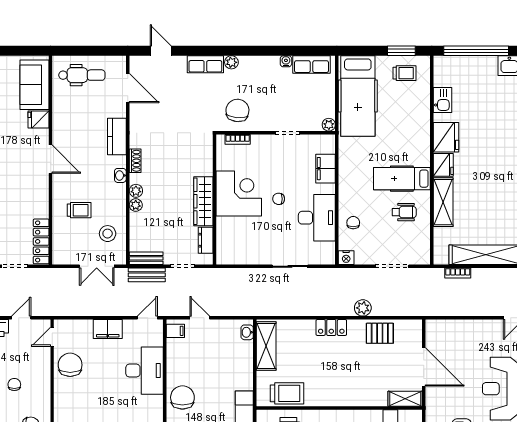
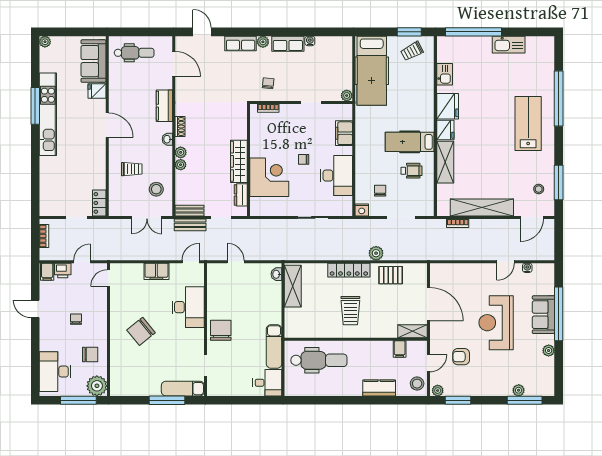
row of seats: (312, 64) -> (288, 44), moved
trolley: (405, 73) -> (412, 51), turned 152
chair: (237, 110) -> (268, 83), width x0.54, depth x0.54
corner desk: (239, 194) -> (269, 177), moved
chair: (353, 223) -> (380, 191), moved
locker: (41, 241) -> (99, 203), width x0.66
locker: (331, 327) -> (349, 270), width x1.53
filing cabinet: (175, 331) -> (215, 273), removed
chair: (70, 365) -> (141, 331), moved, turned -129
trolley: (287, 393) -> (350, 311), moved, turned 90

